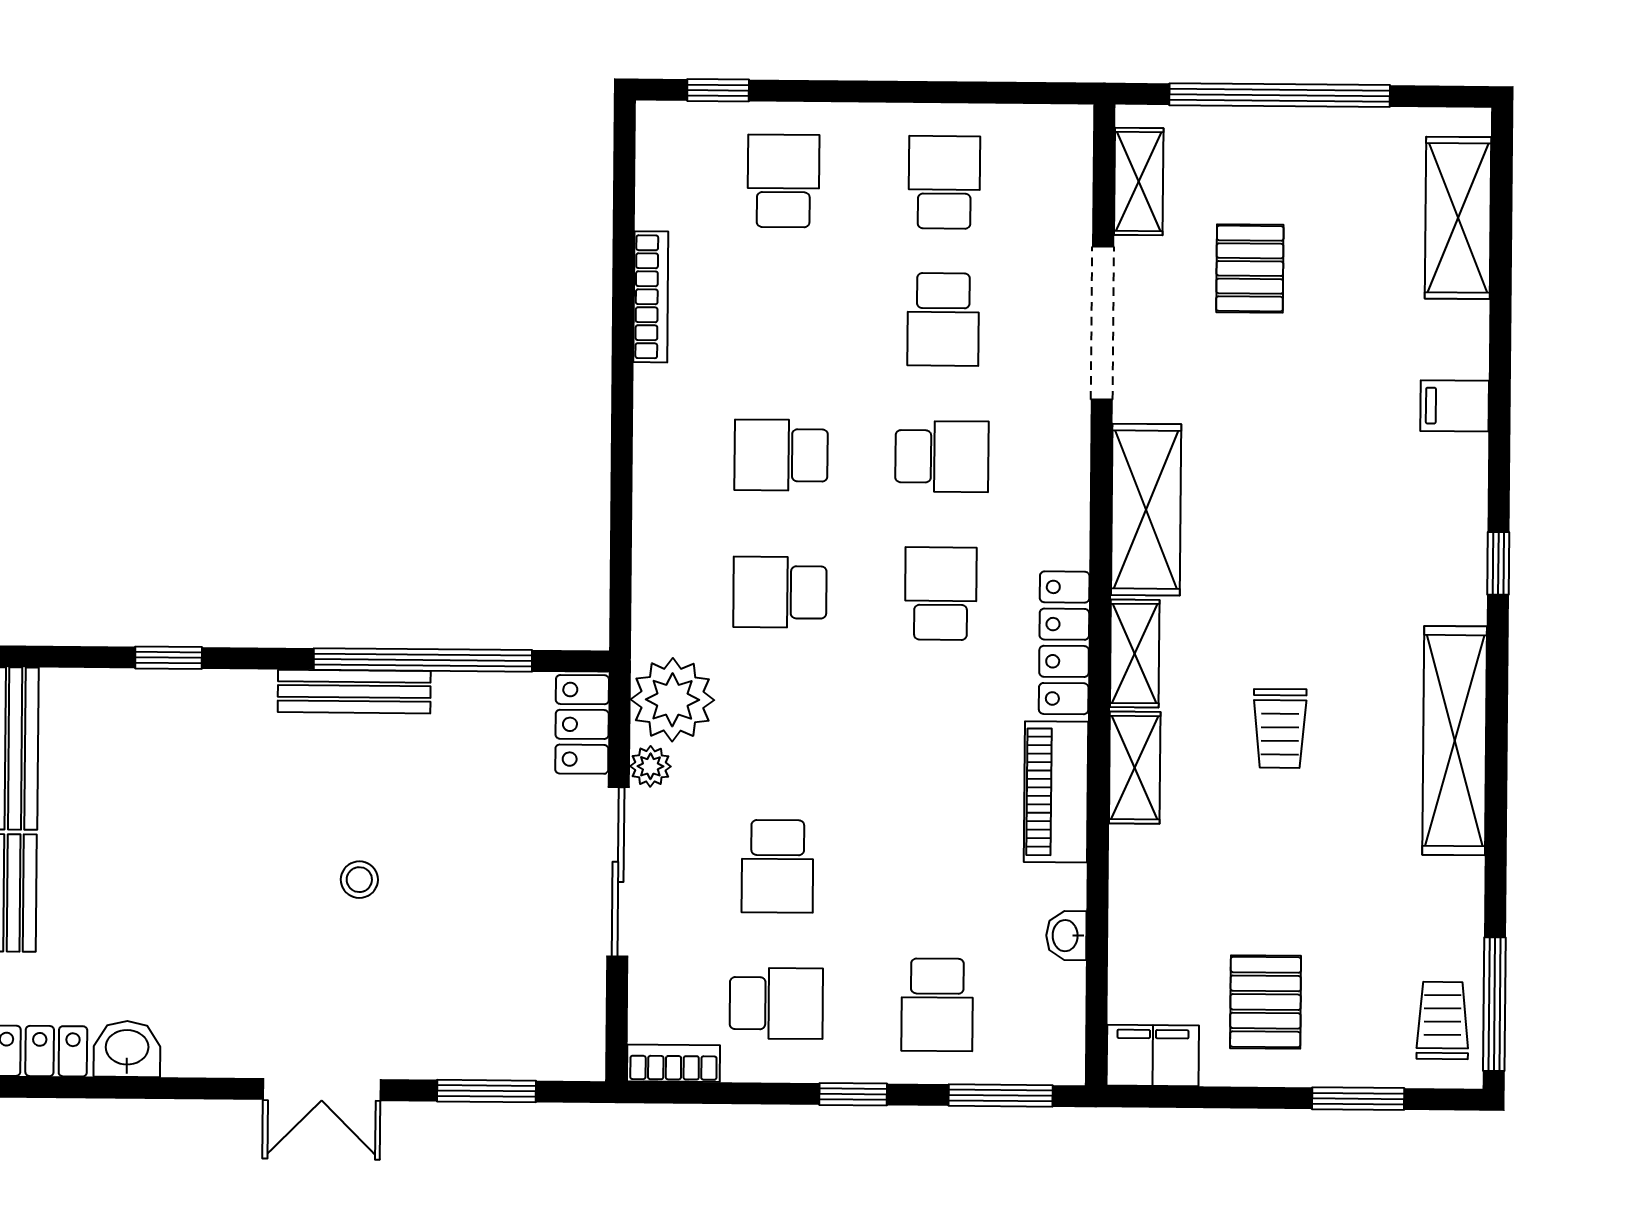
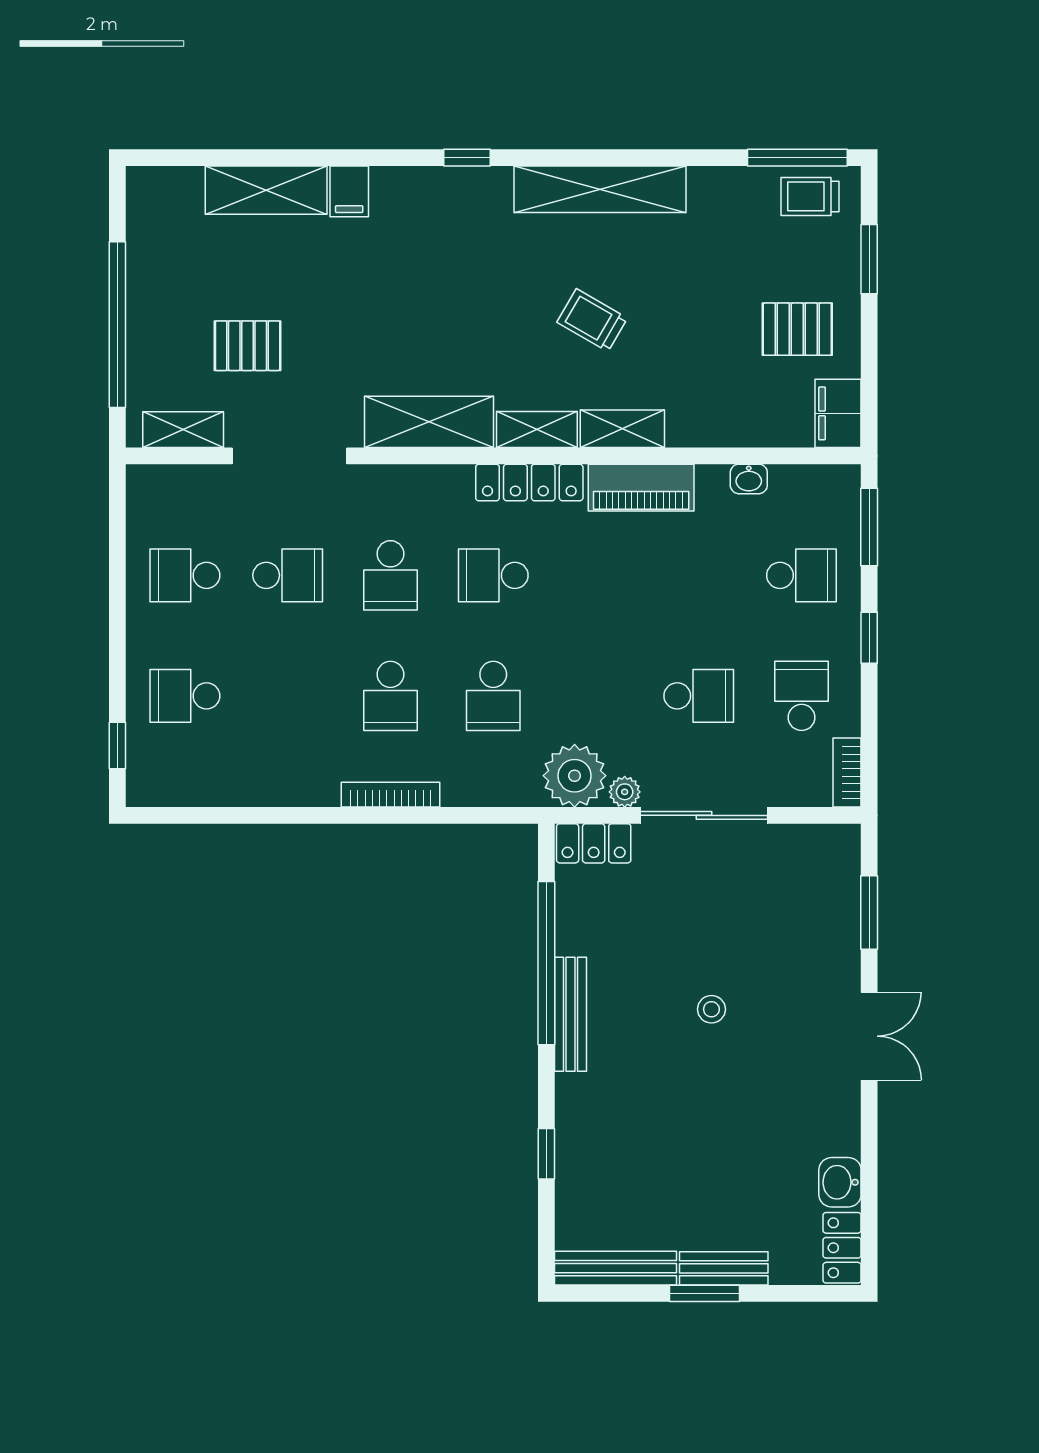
shelving: (1458, 218) -> (266, 190), moved
bookcase: (651, 297) -> (390, 795), moved
school desk: (942, 457) -> (390, 575), turned 180
trolley: (1280, 728) -> (592, 320), turned -150

